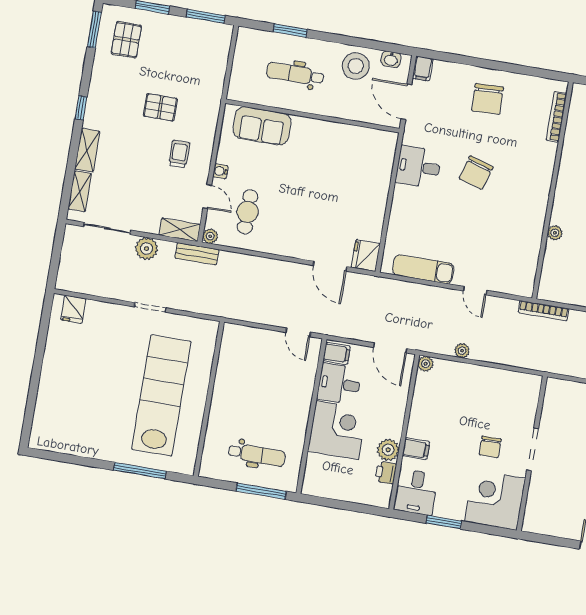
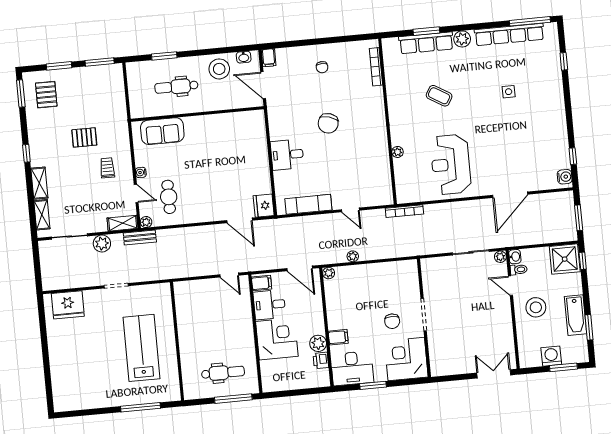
chair: (488, 99) -> (322, 67), width x0.54, depth x0.54
desk: (418, 167) -> (287, 155), moved
fridge: (73, 309) -> (68, 305), width x1.88, depth x1.34
lab bench: (161, 395) -> (142, 348), width x0.73
desk: (416, 492) -> (352, 368), width x1.37

